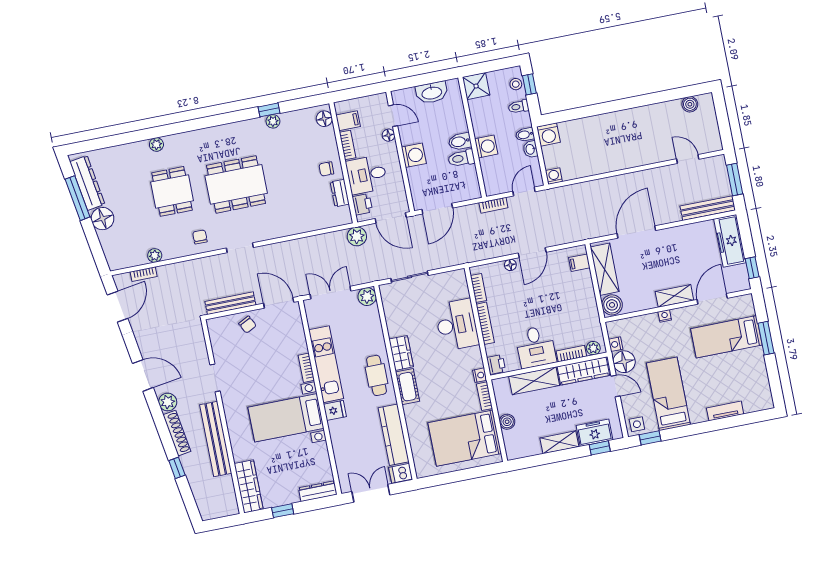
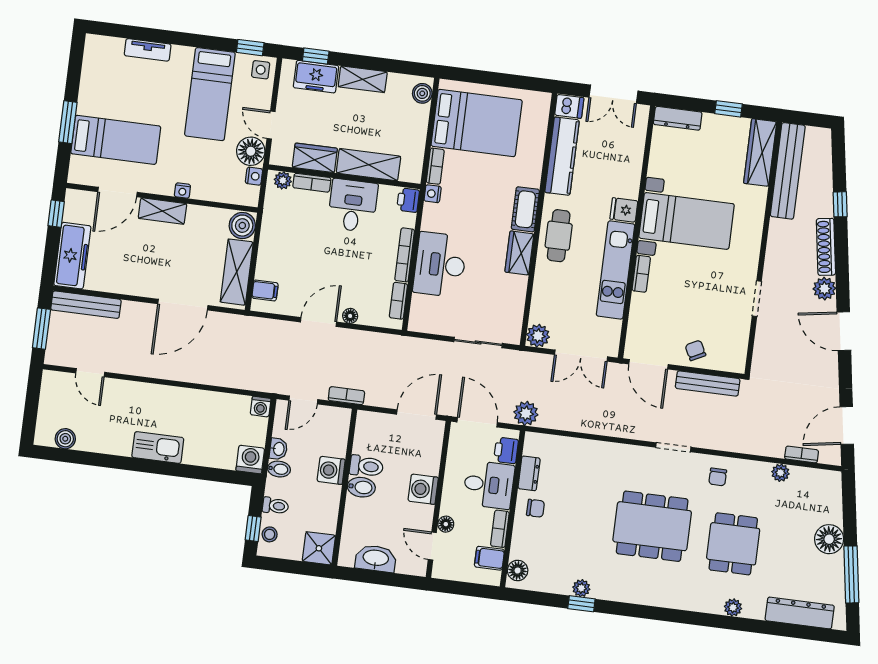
kitchen sink: (620, 121) -> (158, 448), added
dresser: (87, 183) -> (800, 613), moved, turned 99
wardrobe: (583, 371) -> (315, 158), width x0.67
boiler: (507, 422) -> (422, 93), moved
bench: (216, 439) -> (788, 171), moved

